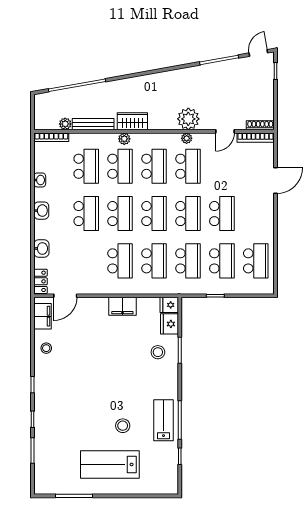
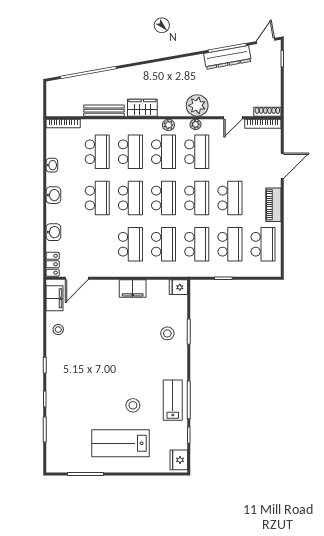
dresser: (219, 70) -> (227, 57), added
plant: (65, 124) -> (77, 110), removed
plant: (124, 139) -> (168, 125), moved
piano: (266, 221) -> (273, 205), added
fridge: (169, 324) -> (179, 460), moved

